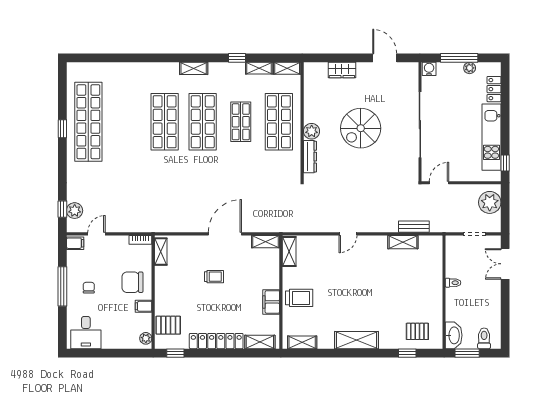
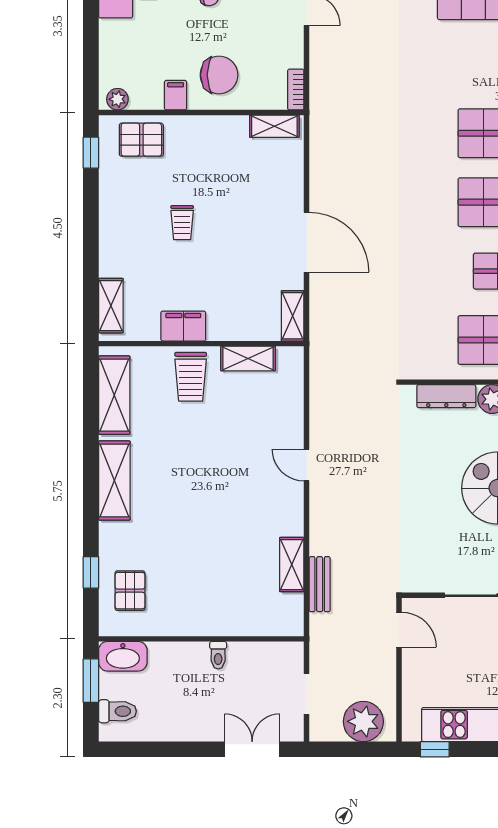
shelving: (289, 251) -> (248, 358), moved
trolley: (214, 277) -> (182, 223), moved
chair: (132, 282) -> (219, 75), turned 90
pallet: (168, 325) -> (141, 140), turned 90
locker: (216, 341) -> (113, 227), removed
shelving: (302, 342) -> (114, 395), width x1.50, depth x1.33

